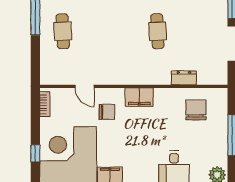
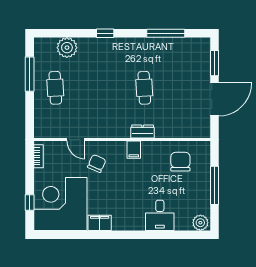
dresser: (184, 78) -> (143, 132), moved
filing cabinet: (139, 97) -> (134, 150), width x0.50
chair: (107, 112) -> (97, 164), turned -66

